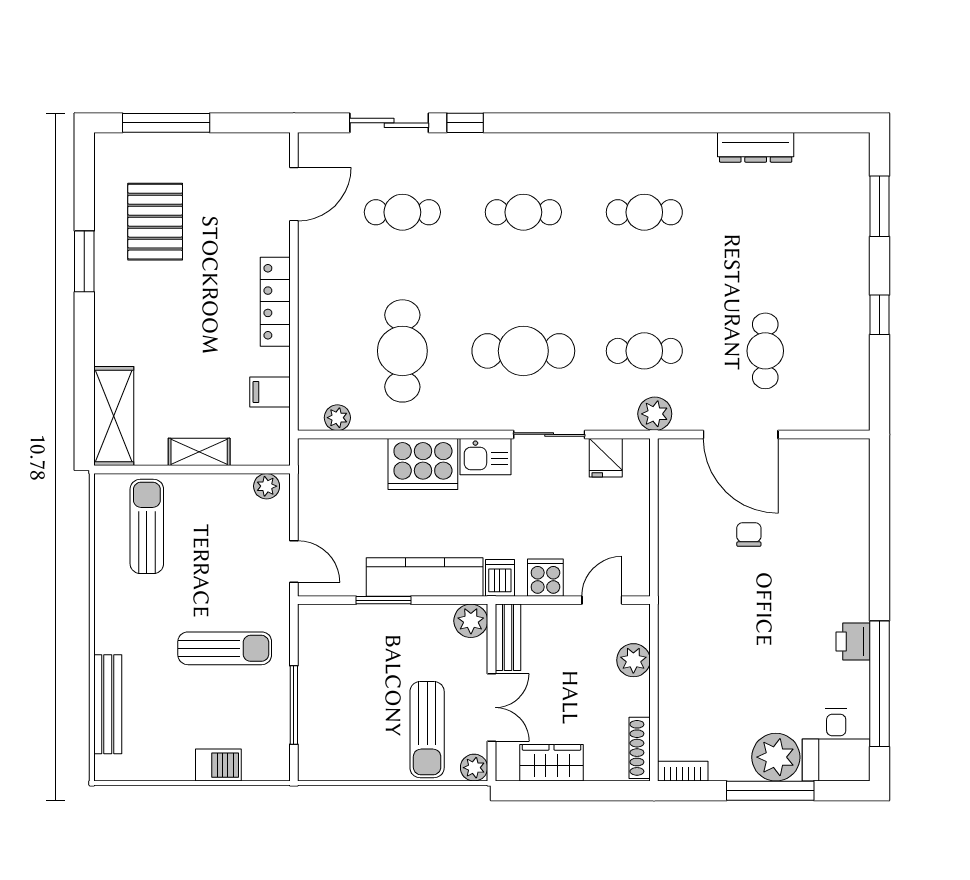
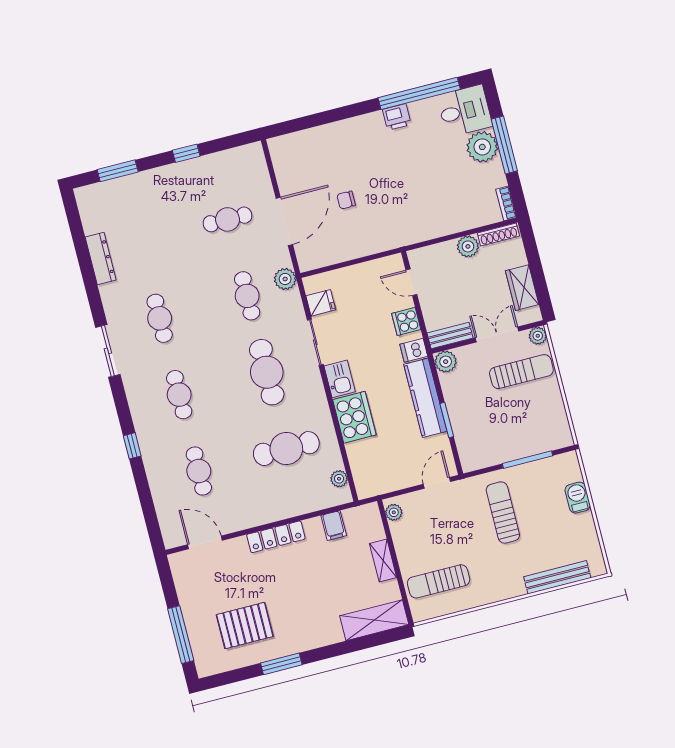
sliding door: (389, 123) -> (108, 351), moved
plant: (633, 660) -> (468, 246), moved

